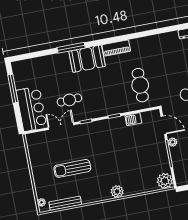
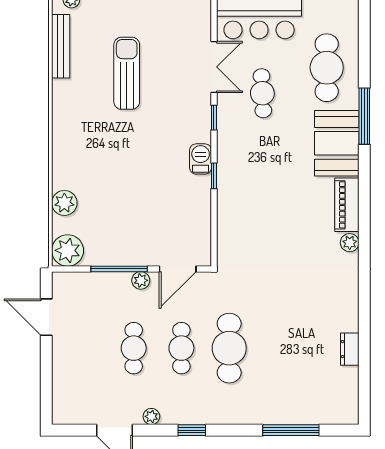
plant: (135, 43) -> (350, 243), added
cafe table: (140, 85) -> (327, 68), moved, turned 90
barbecue: (133, 119) -> (201, 159), moved
plant: (117, 192) -> (64, 203), moved

